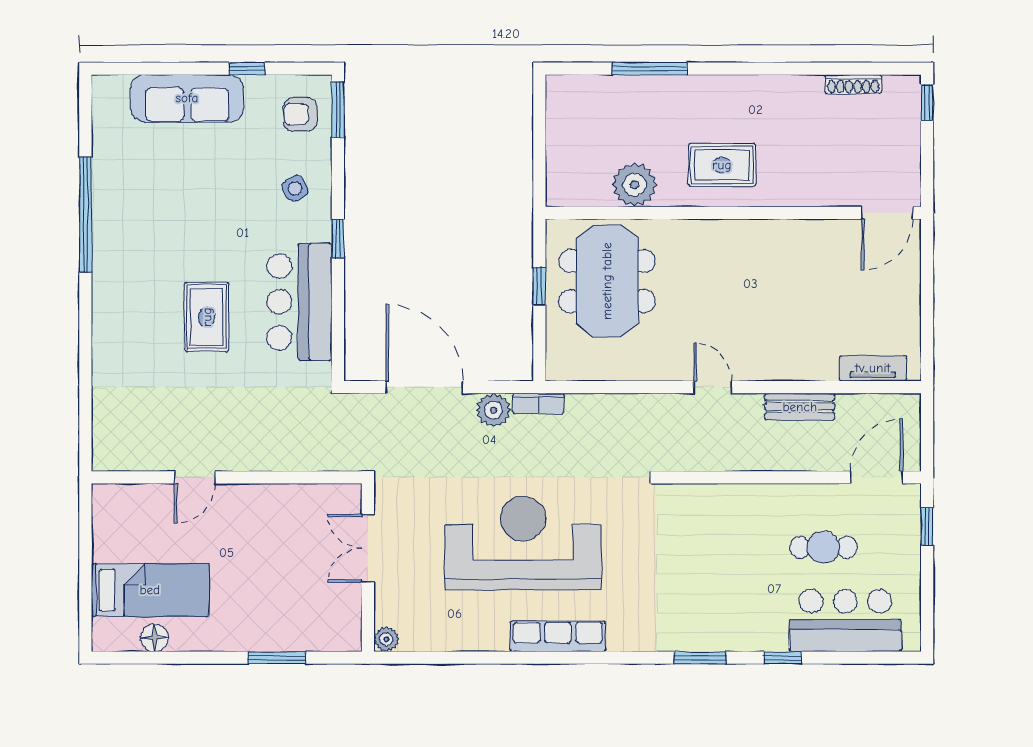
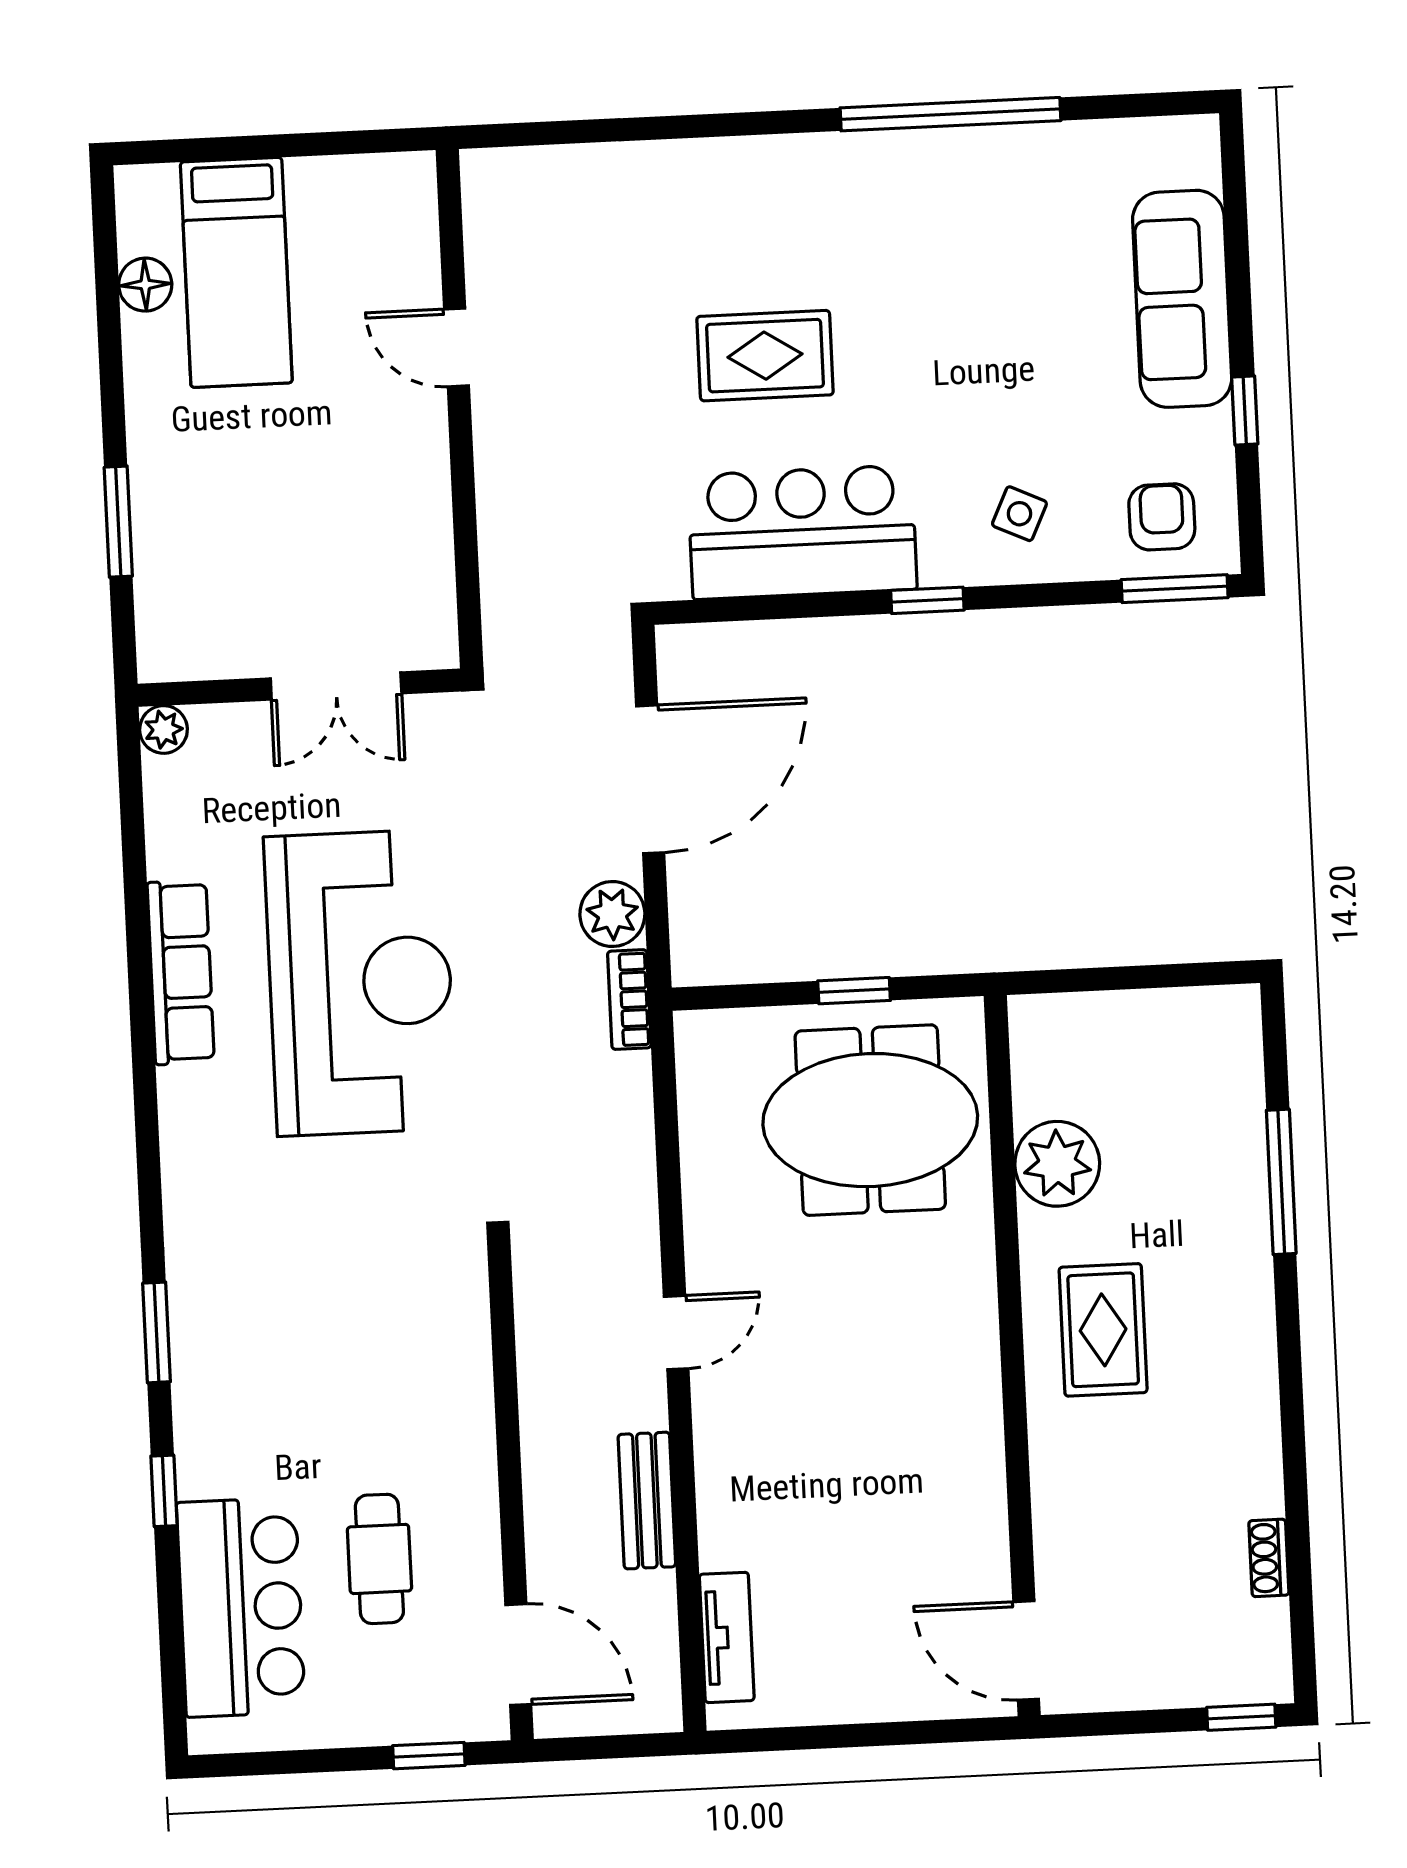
shoe rack: (853, 84) -> (1269, 1558), width x0.70
side table: (295, 188) -> (1019, 514), turned -38
double door: (368, 548) -> (336, 686), swing flipped
row of seats: (558, 636) -> (181, 972), moved

